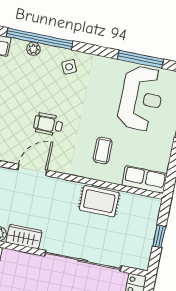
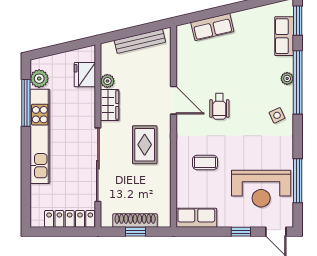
wheelchair: (48, 124) -> (219, 106), turned 180
row of seats: (144, 180) -> (196, 218), moved, turned -90
rug: (99, 201) -> (145, 145), moved
shoe rack: (148, 234) -> (135, 221), added

